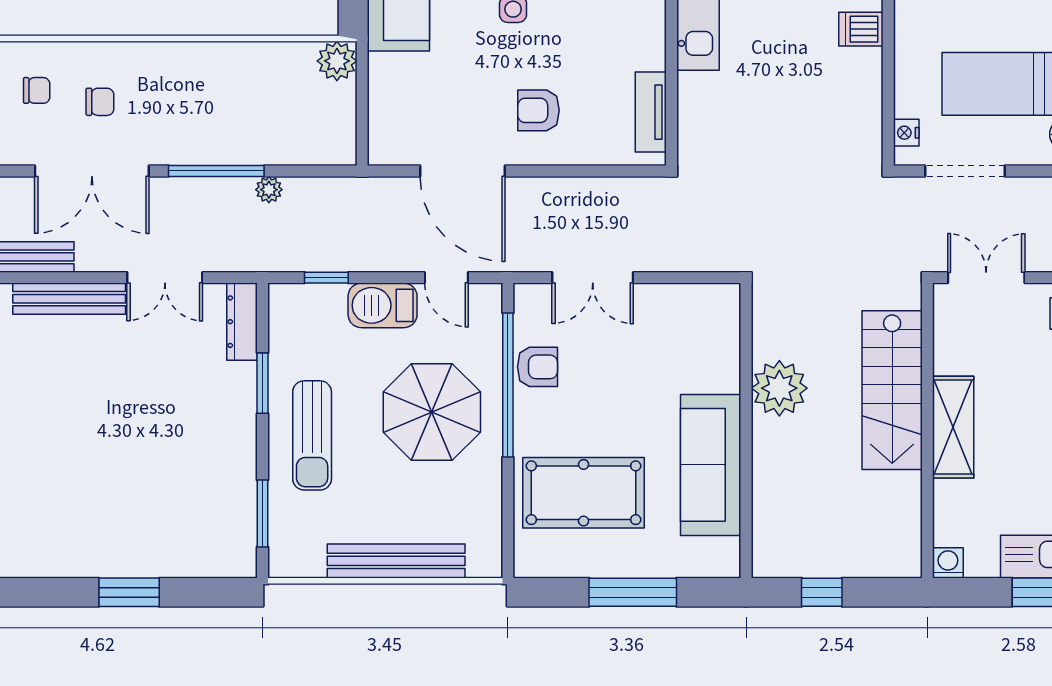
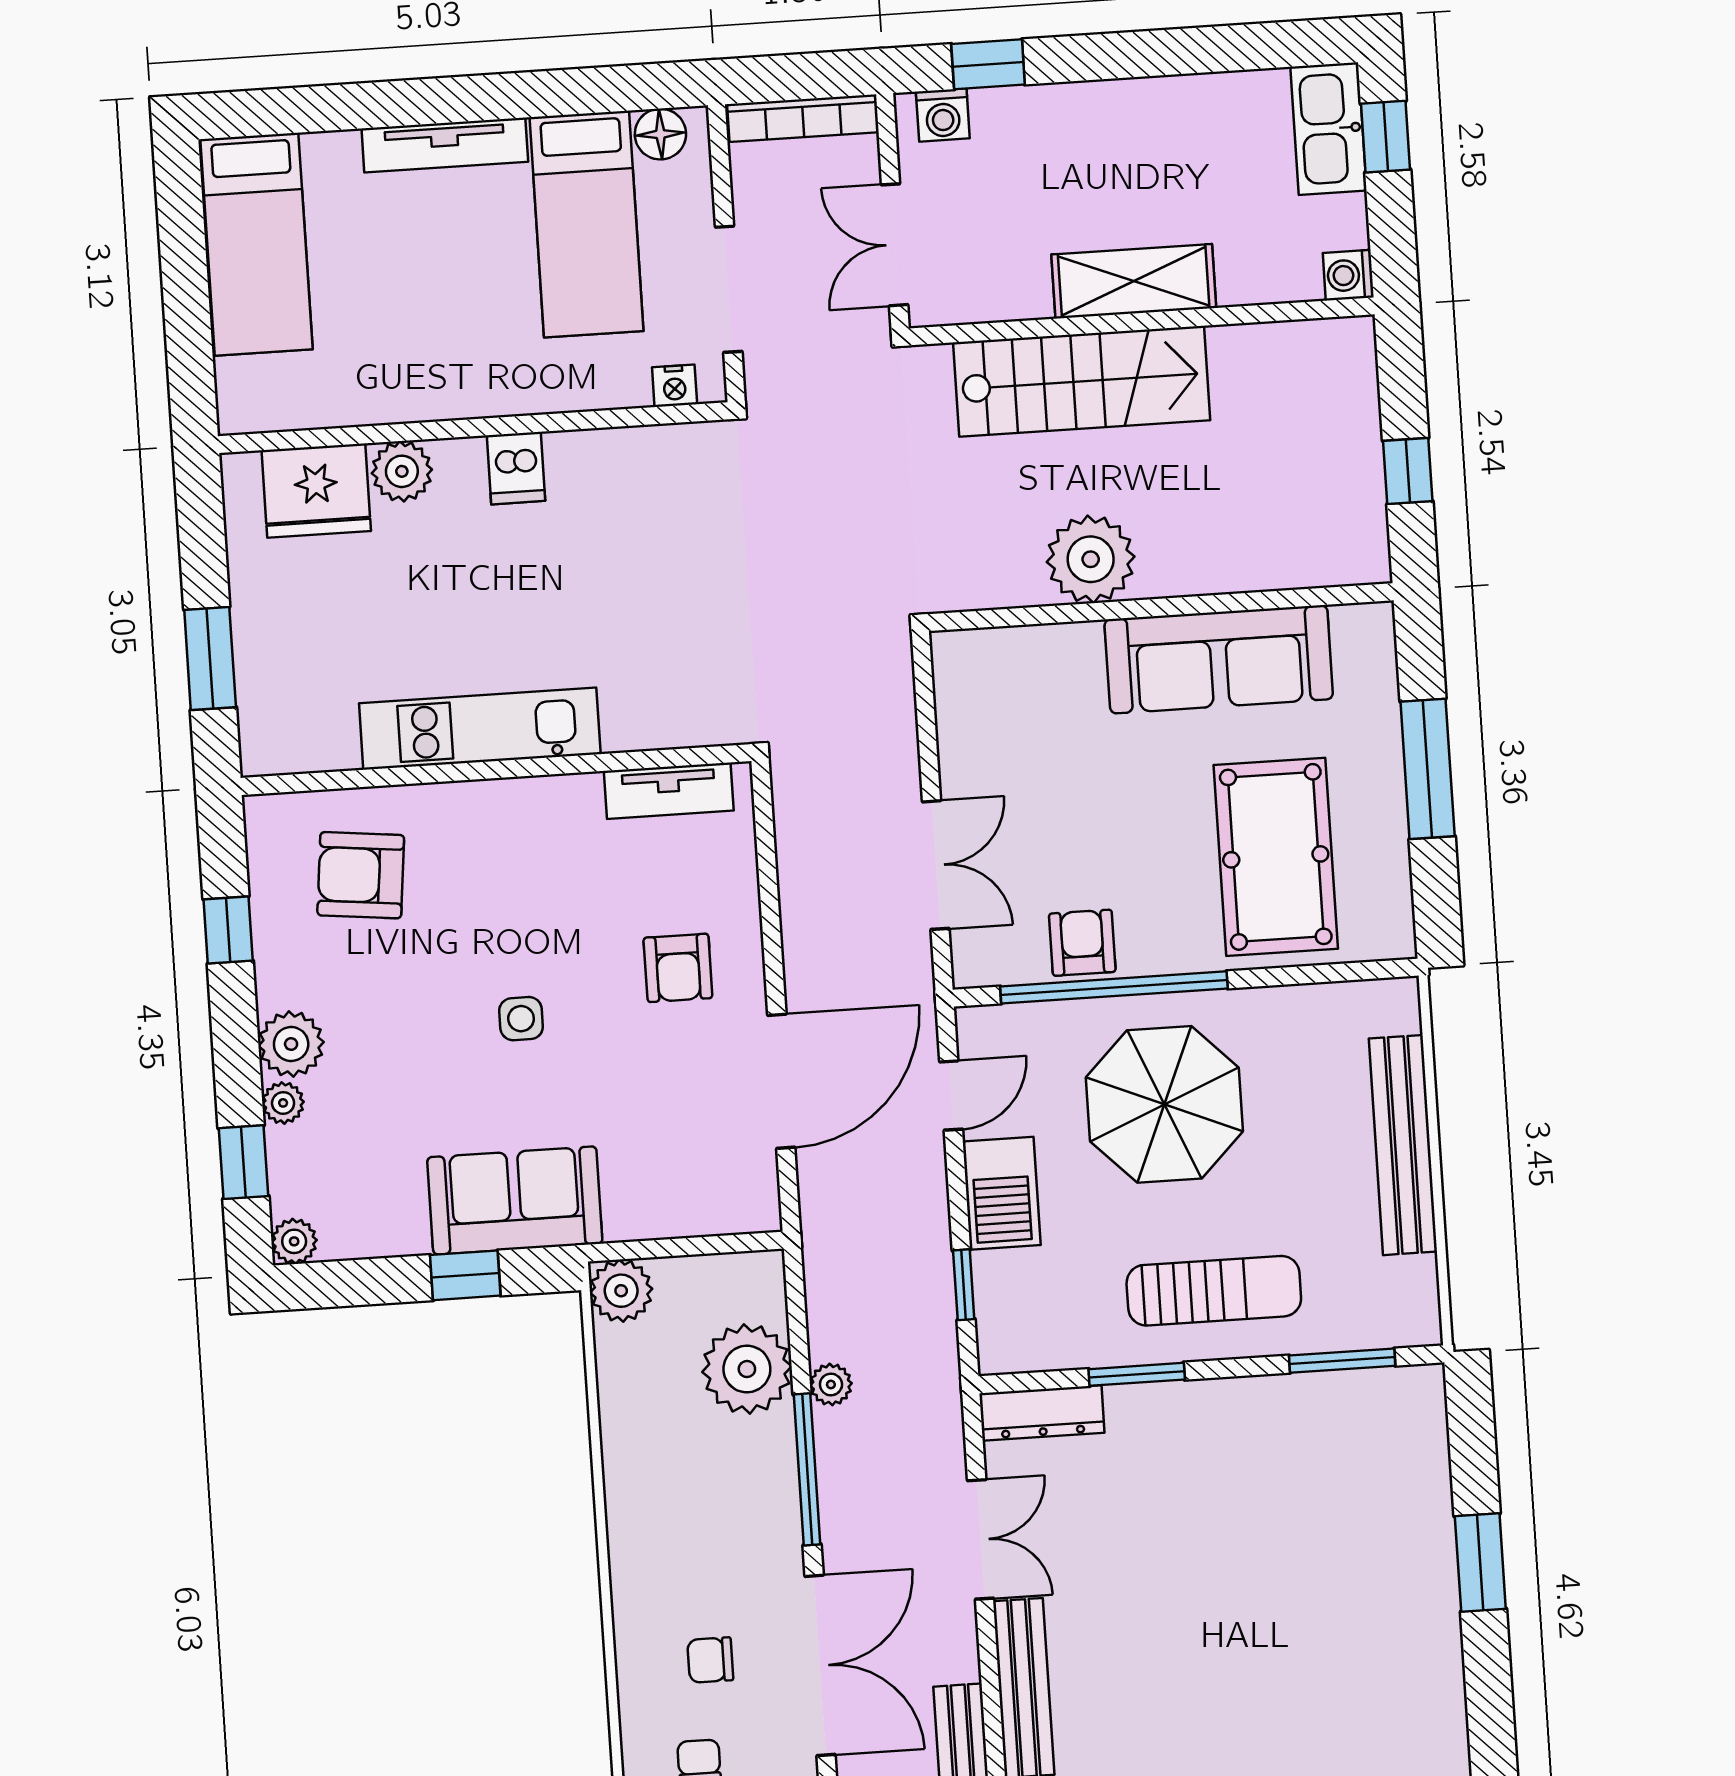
chair: (100, 102) -> (710, 1660), turned -90
plant: (282, 137) -> (747, 1369), added

